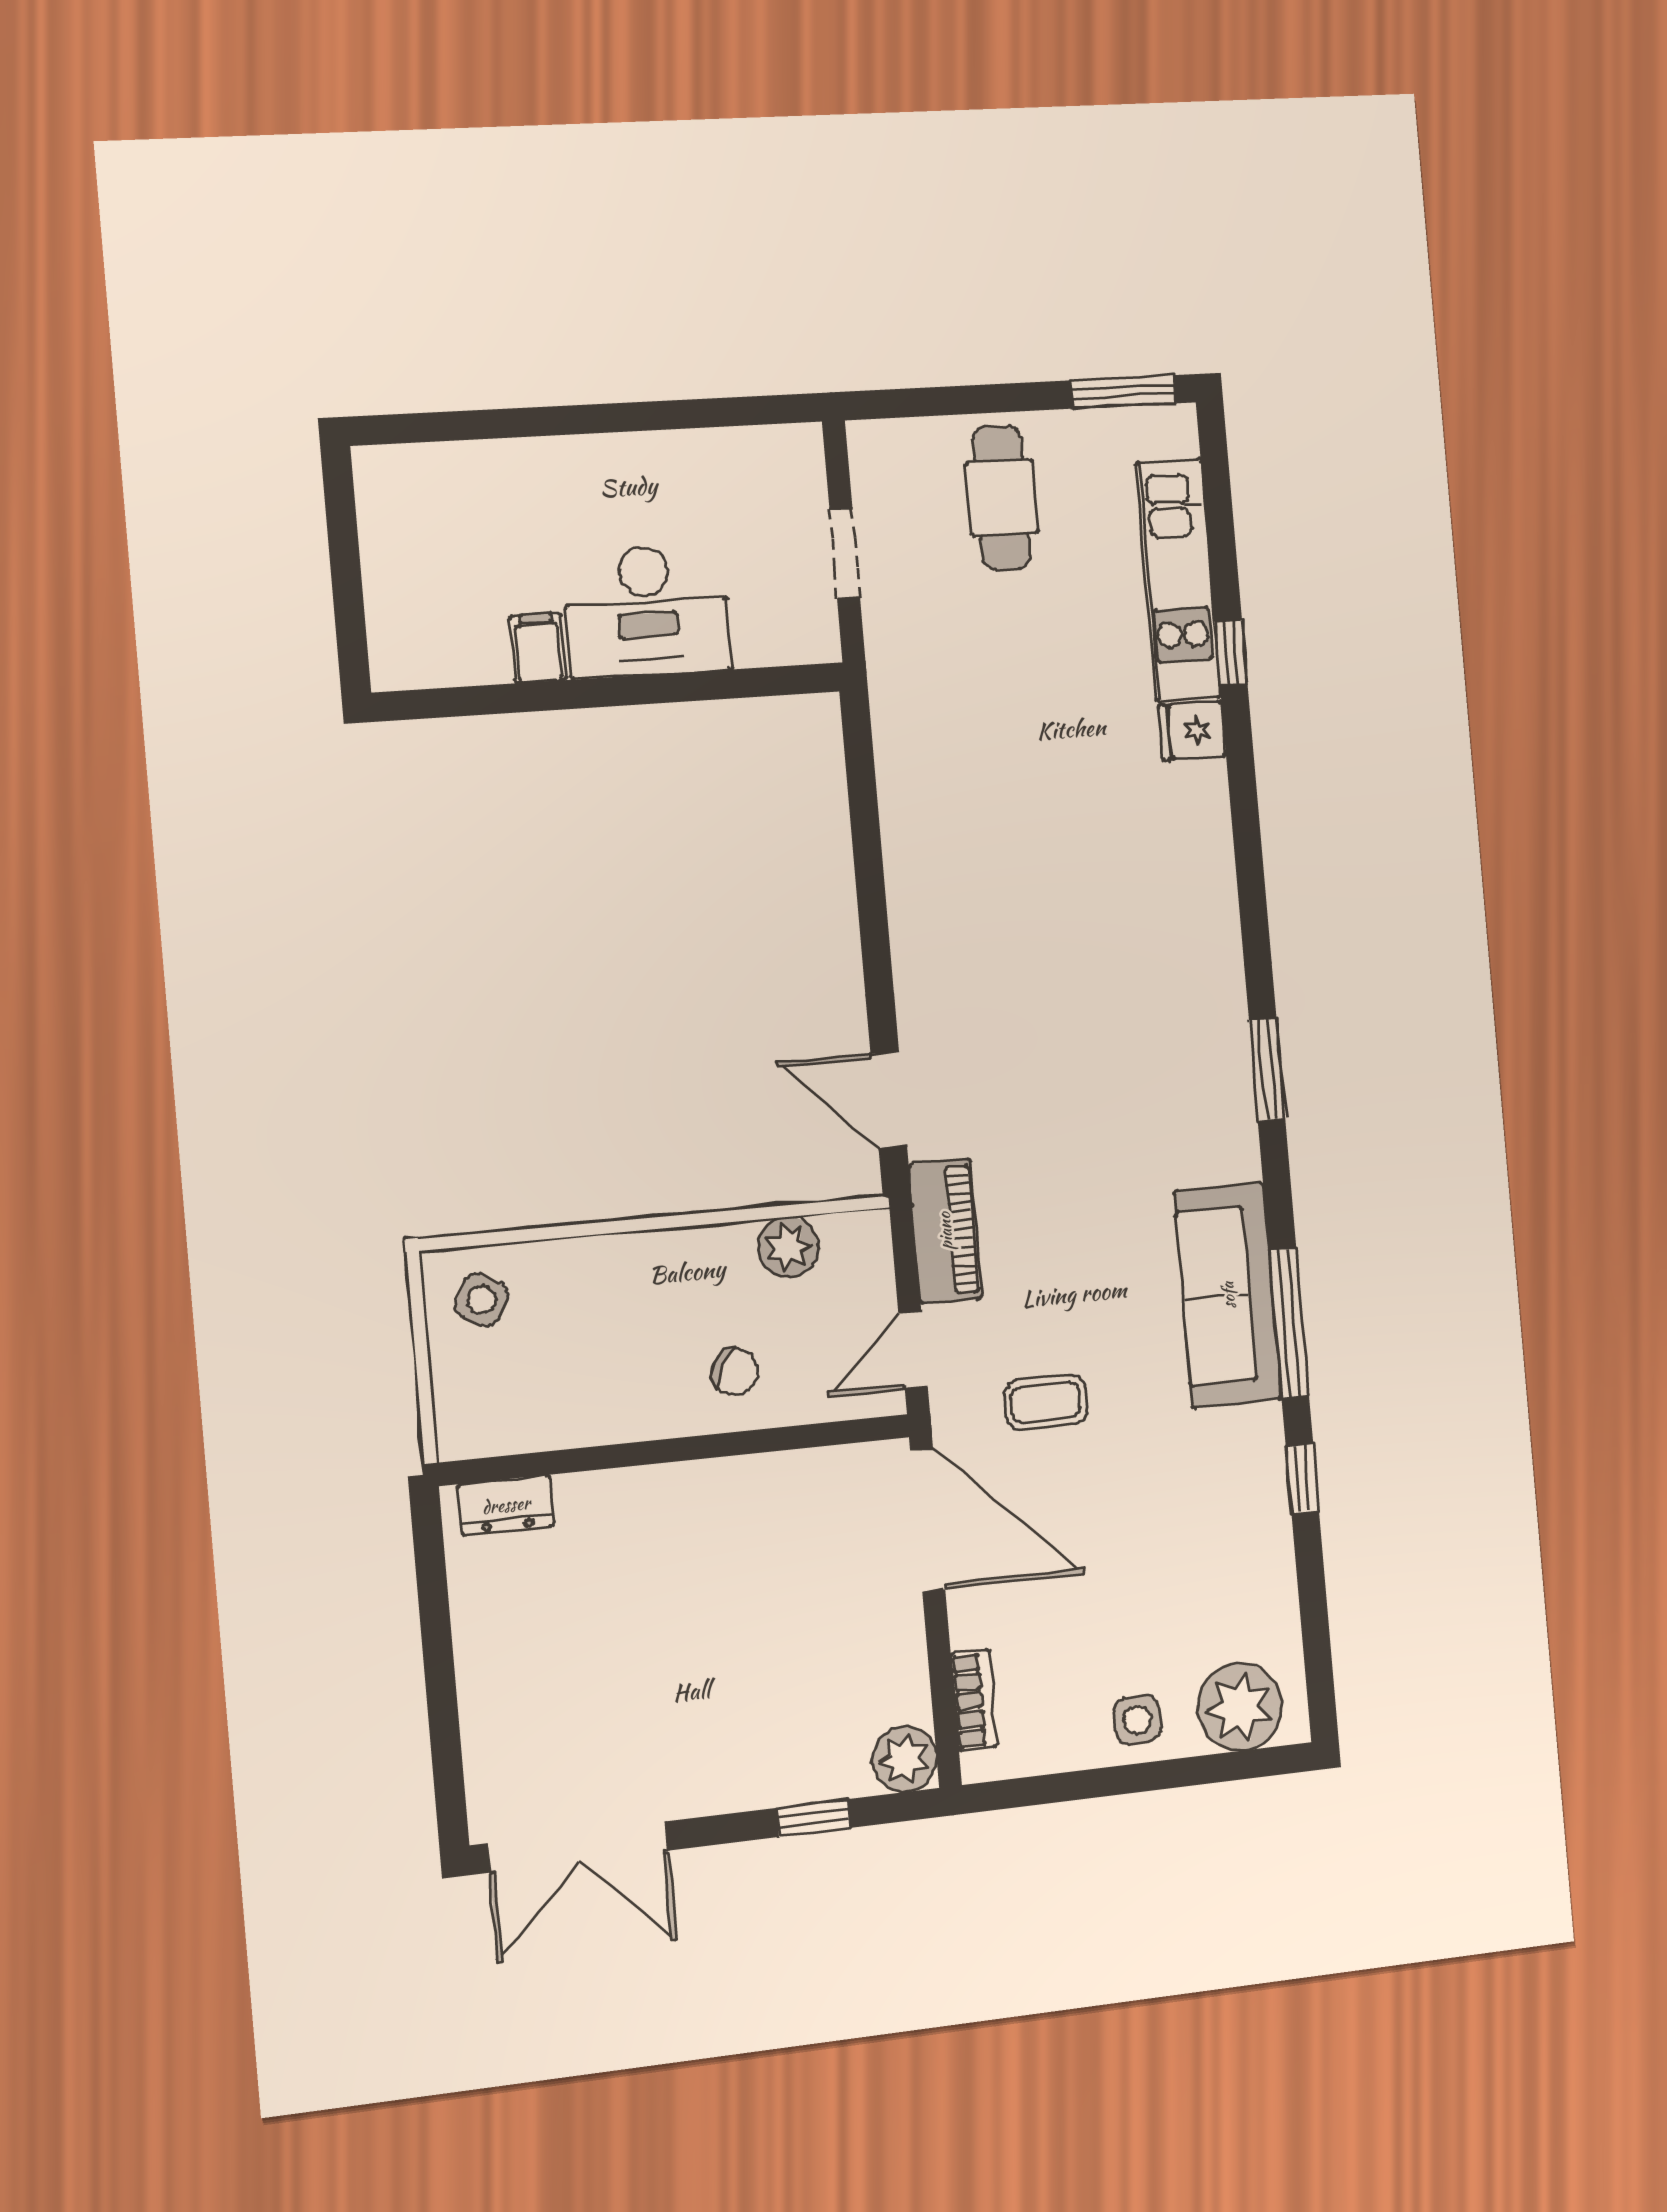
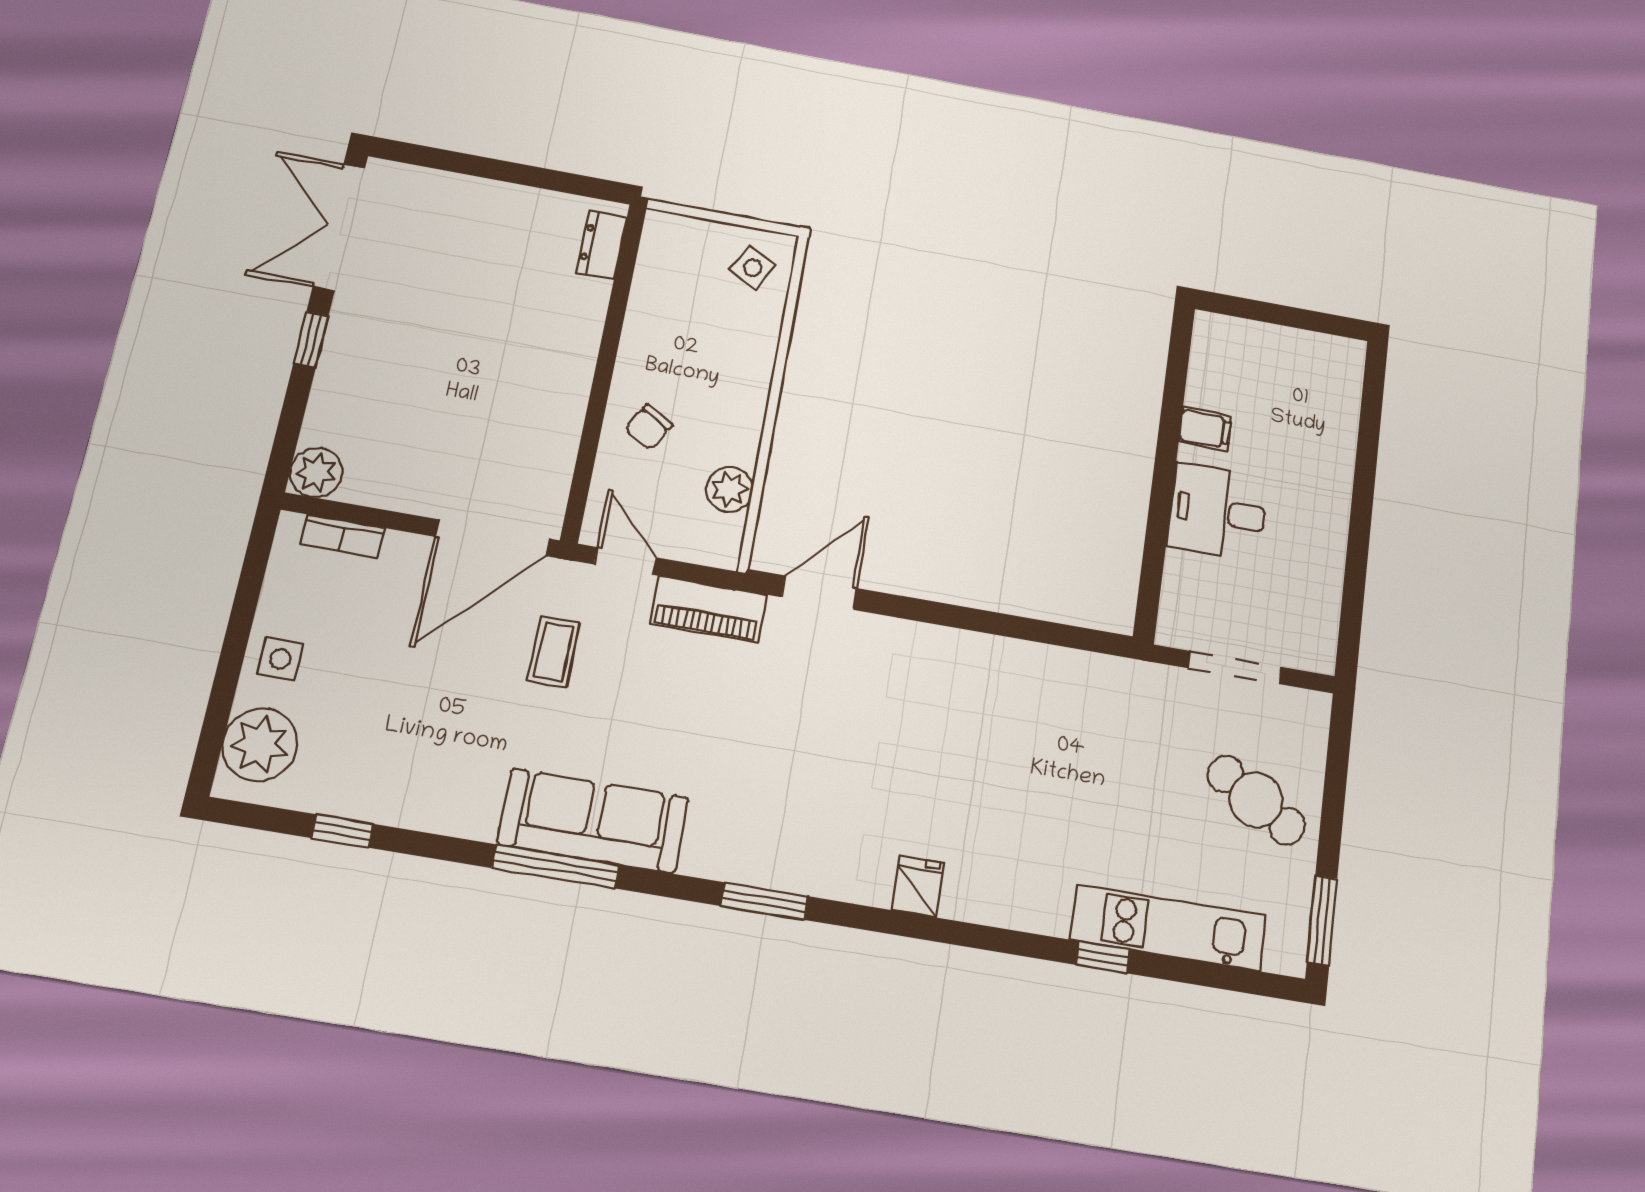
cafe table: (1002, 498) -> (1256, 800), turned 31
doorway: (845, 553) -> (1235, 668), width x1.38
desk: (647, 611) -> (1218, 512), width x0.73
fridge: (1192, 731) -> (918, 886), moved
window: (1302, 1479) -> (342, 831), moved
window: (814, 1818) -> (311, 340), moved

